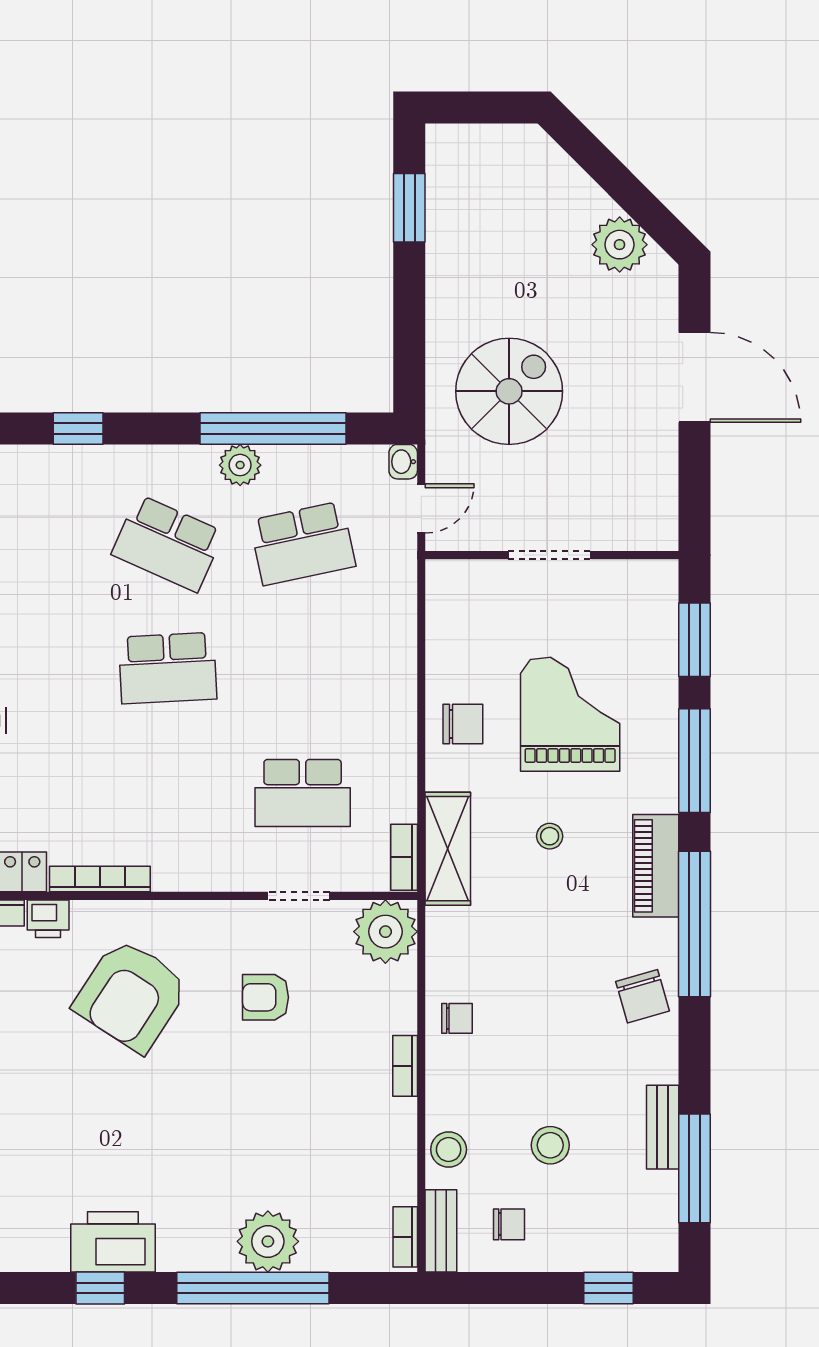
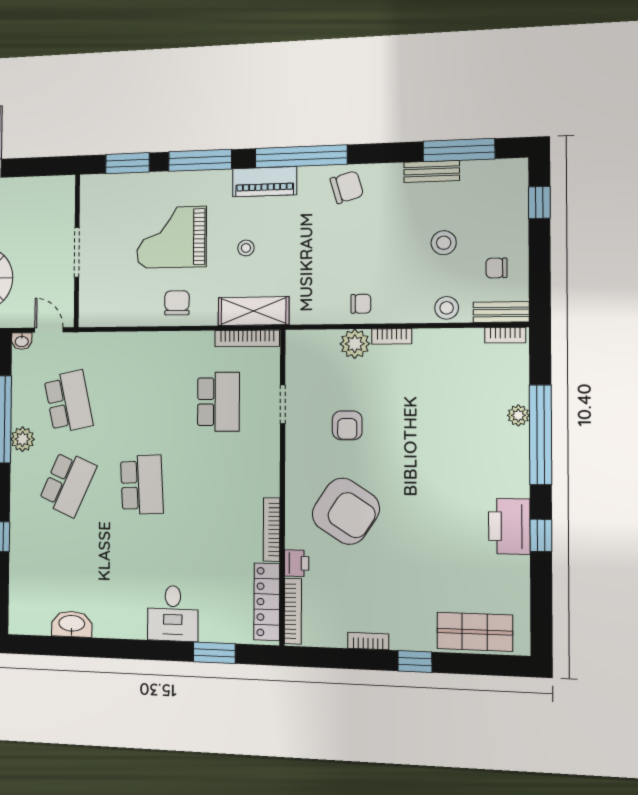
bookcase: (404, 857) -> (247, 338), width x1.56
plant: (385, 932) -> (355, 344), moved, width x0.73, depth x0.73
chair: (457, 1018) -> (361, 304), turned 90
chair: (509, 1224) -> (497, 268), turned -90
plant: (268, 1241) -> (518, 415), width x0.53, depth x0.53

